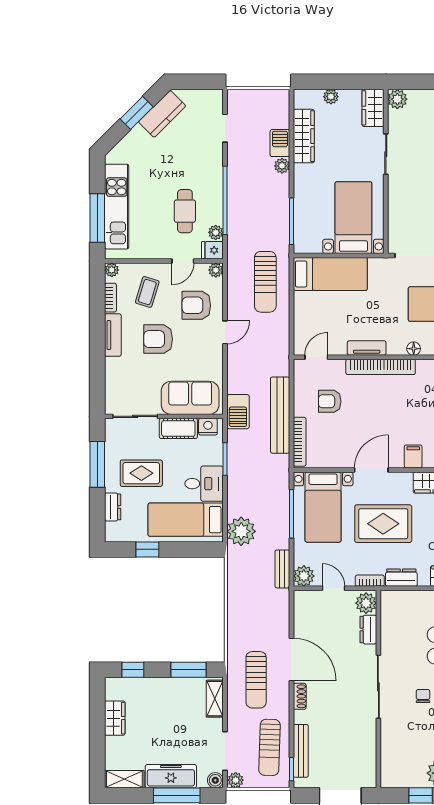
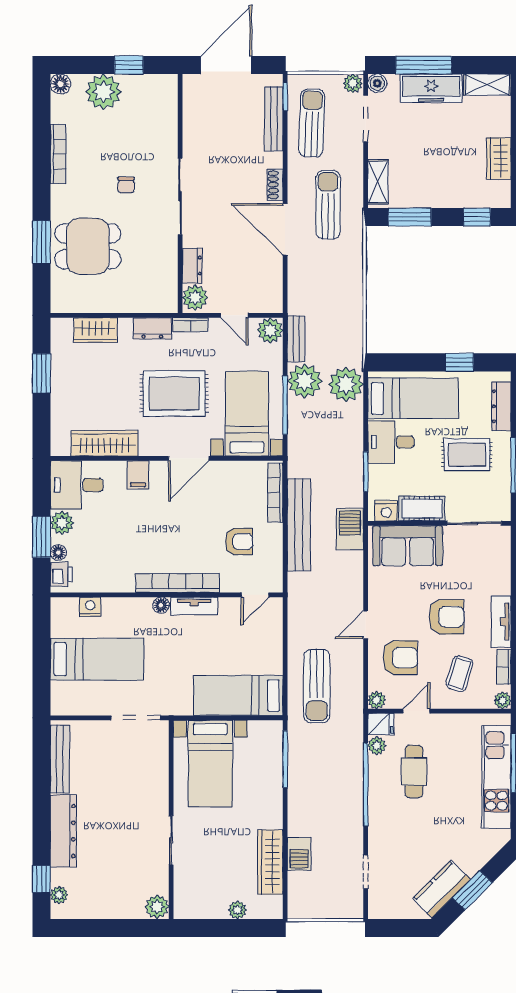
wardrobe: (373, 108) -> (187, 896), removed
plant: (282, 166) -> (305, 381), moved, width x1.88, depth x1.88
sun lounger: (265, 282) -> (317, 686), turned 180
floor lamp: (414, 349) -> (161, 605), moved
dresser: (113, 507) -> (501, 406), width x1.44

